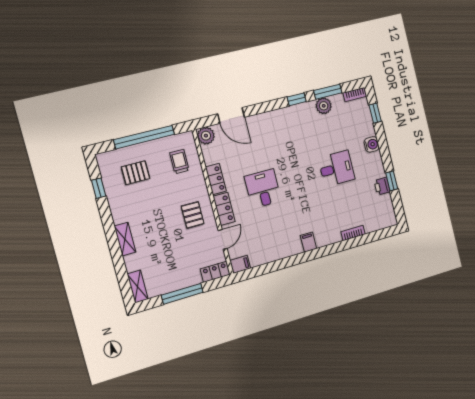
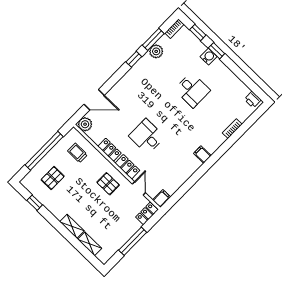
desk: (337, 168) -> (192, 90), turned 90
window: (392, 181) -> (217, 51), moved
printer: (382, 186) -> (253, 100), moved
shelving: (138, 286) -> (90, 244), moved

